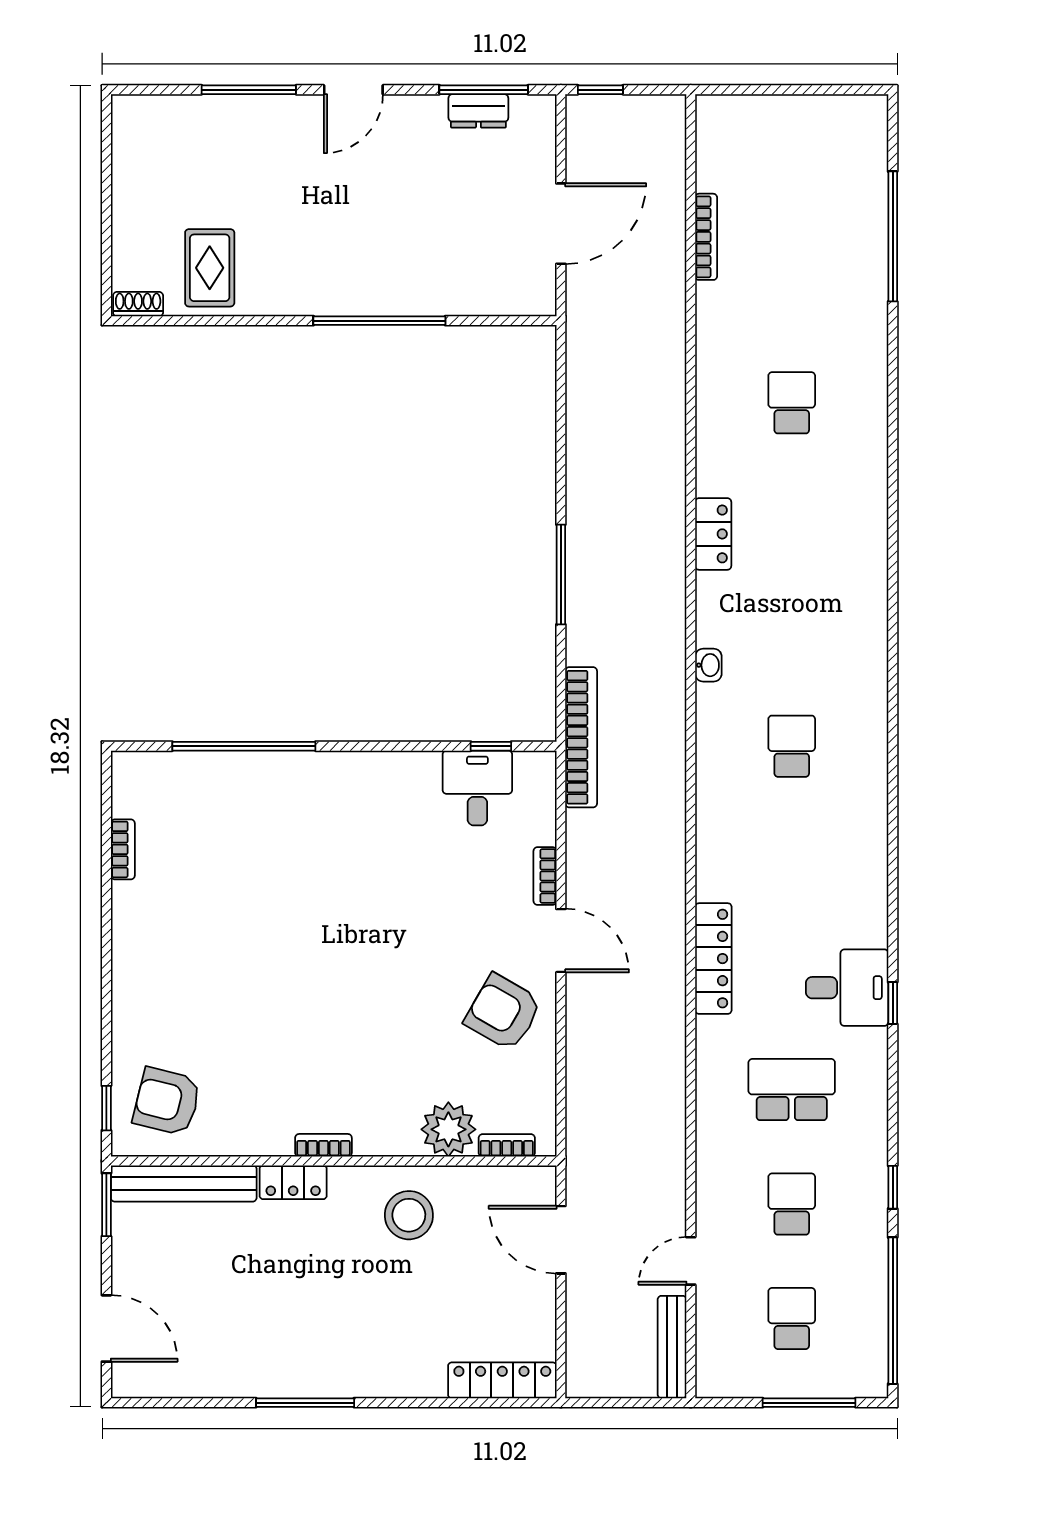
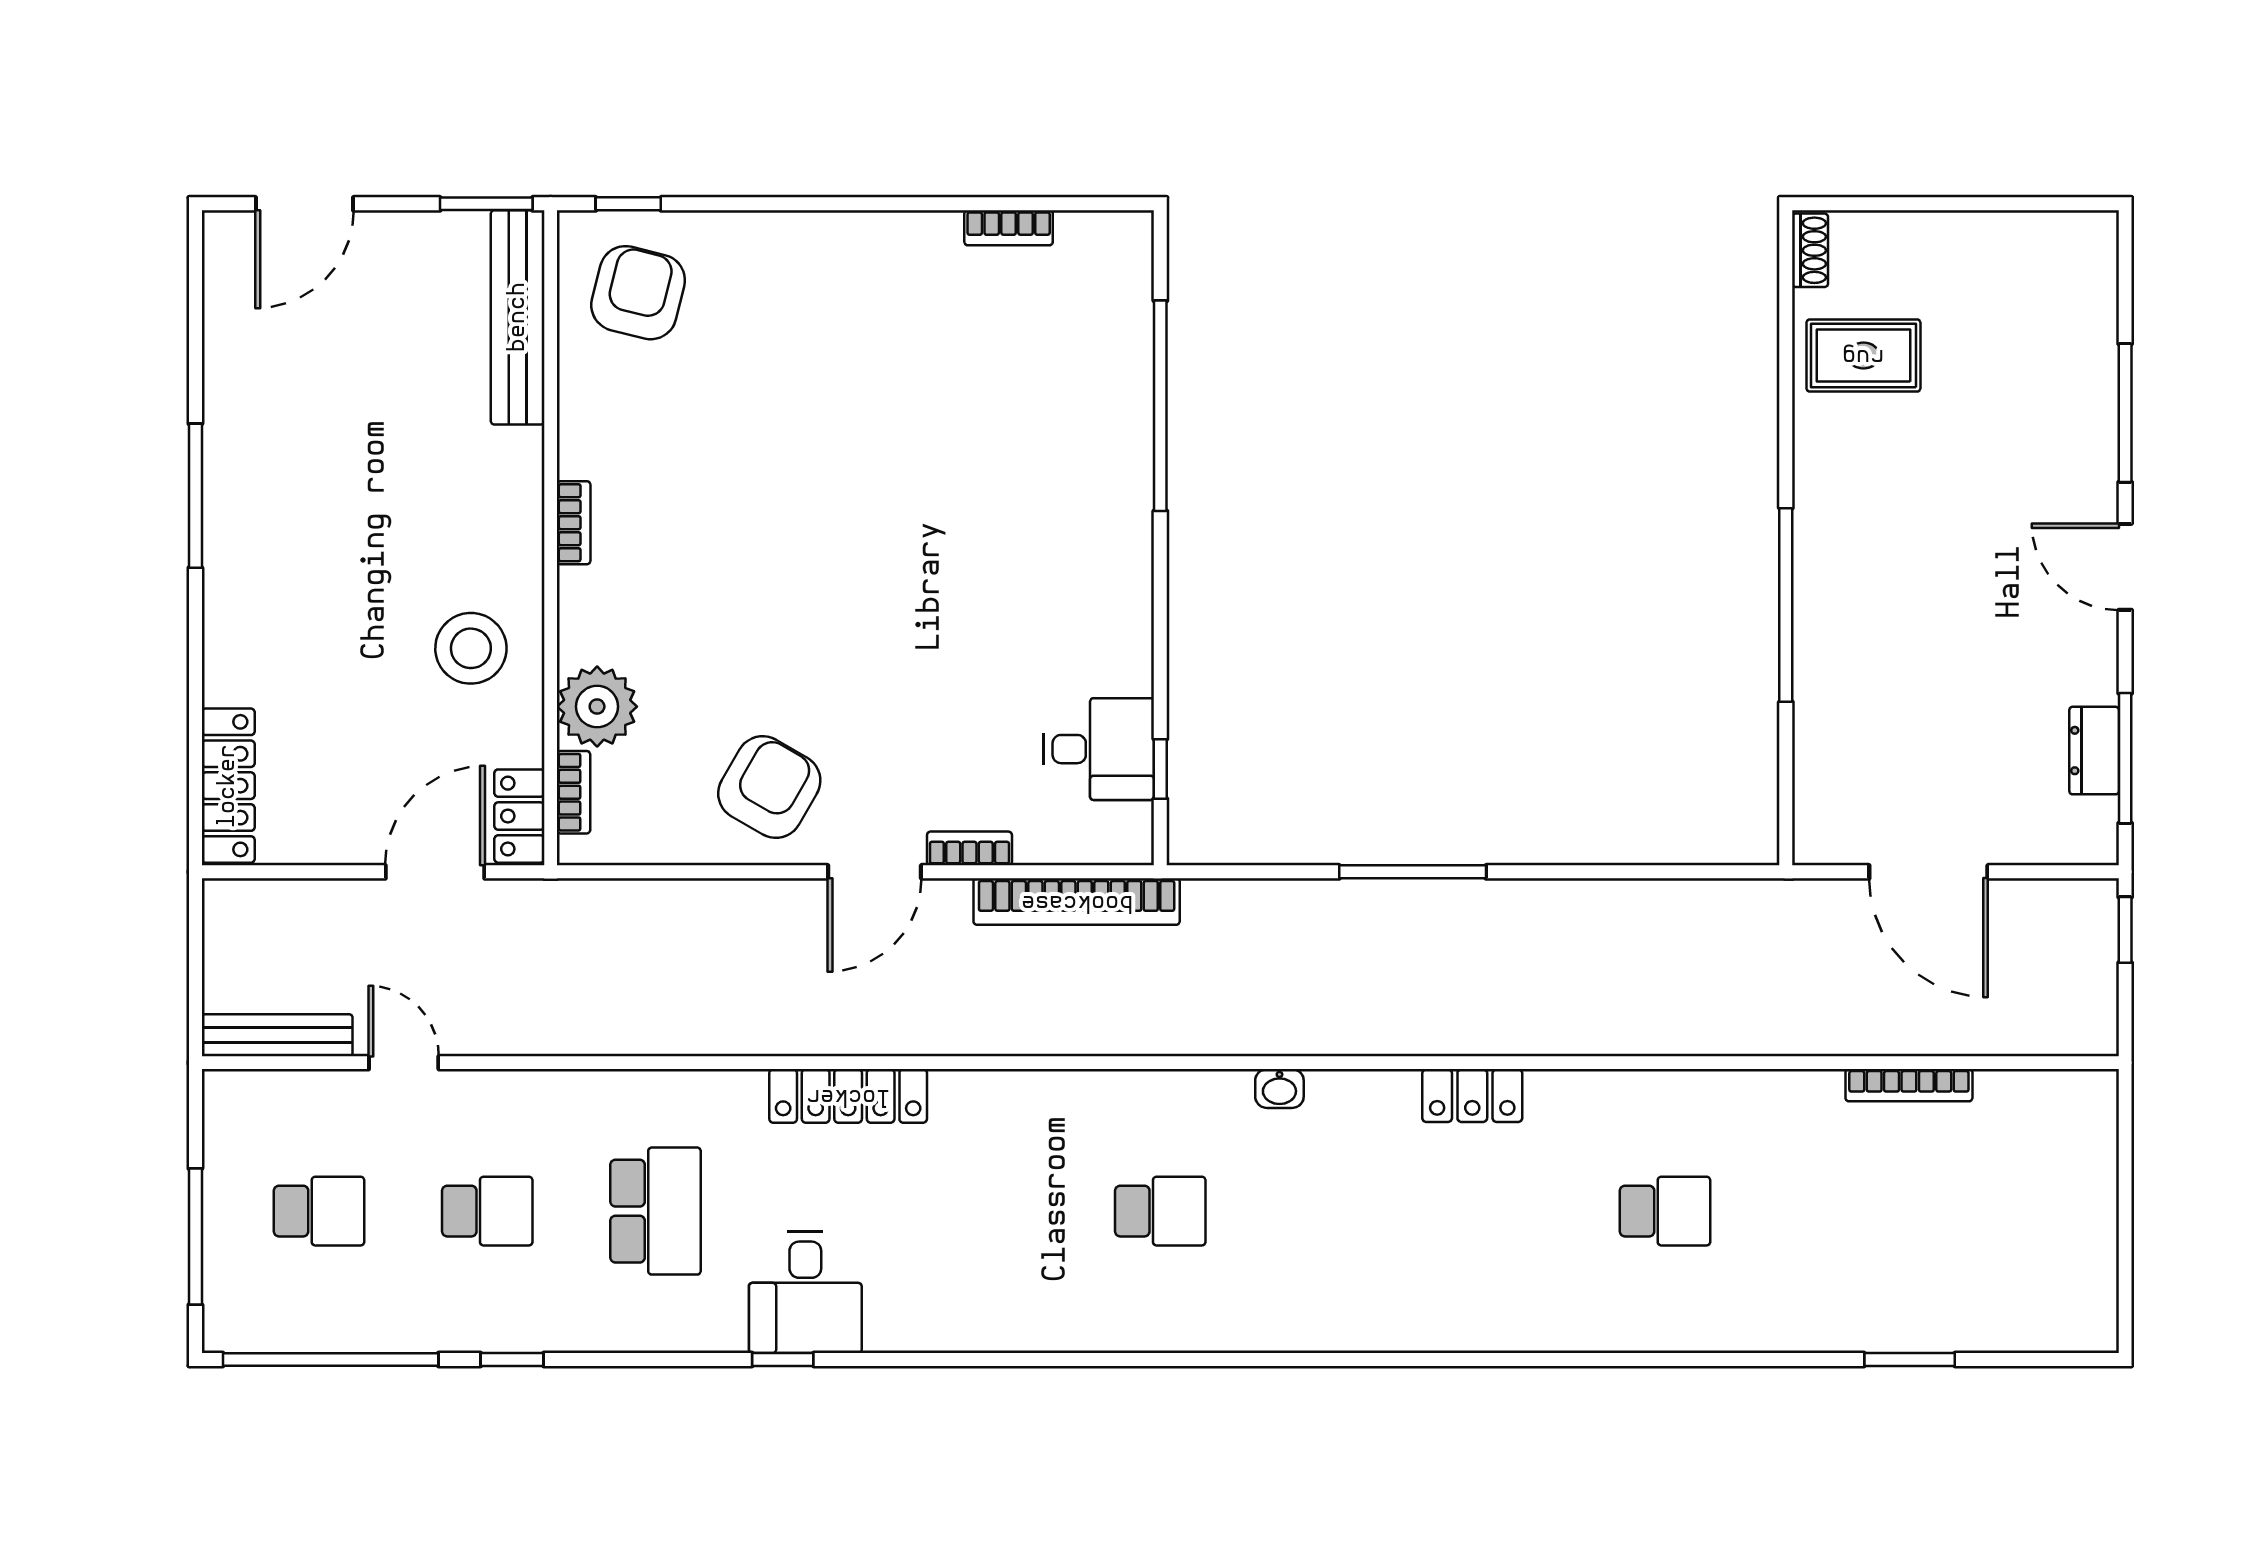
window: (893, 236) -> (1910, 1360), width x0.47
bookcase: (581, 737) -> (1077, 902), moved
locker: (293, 1182) -> (519, 816), moved

